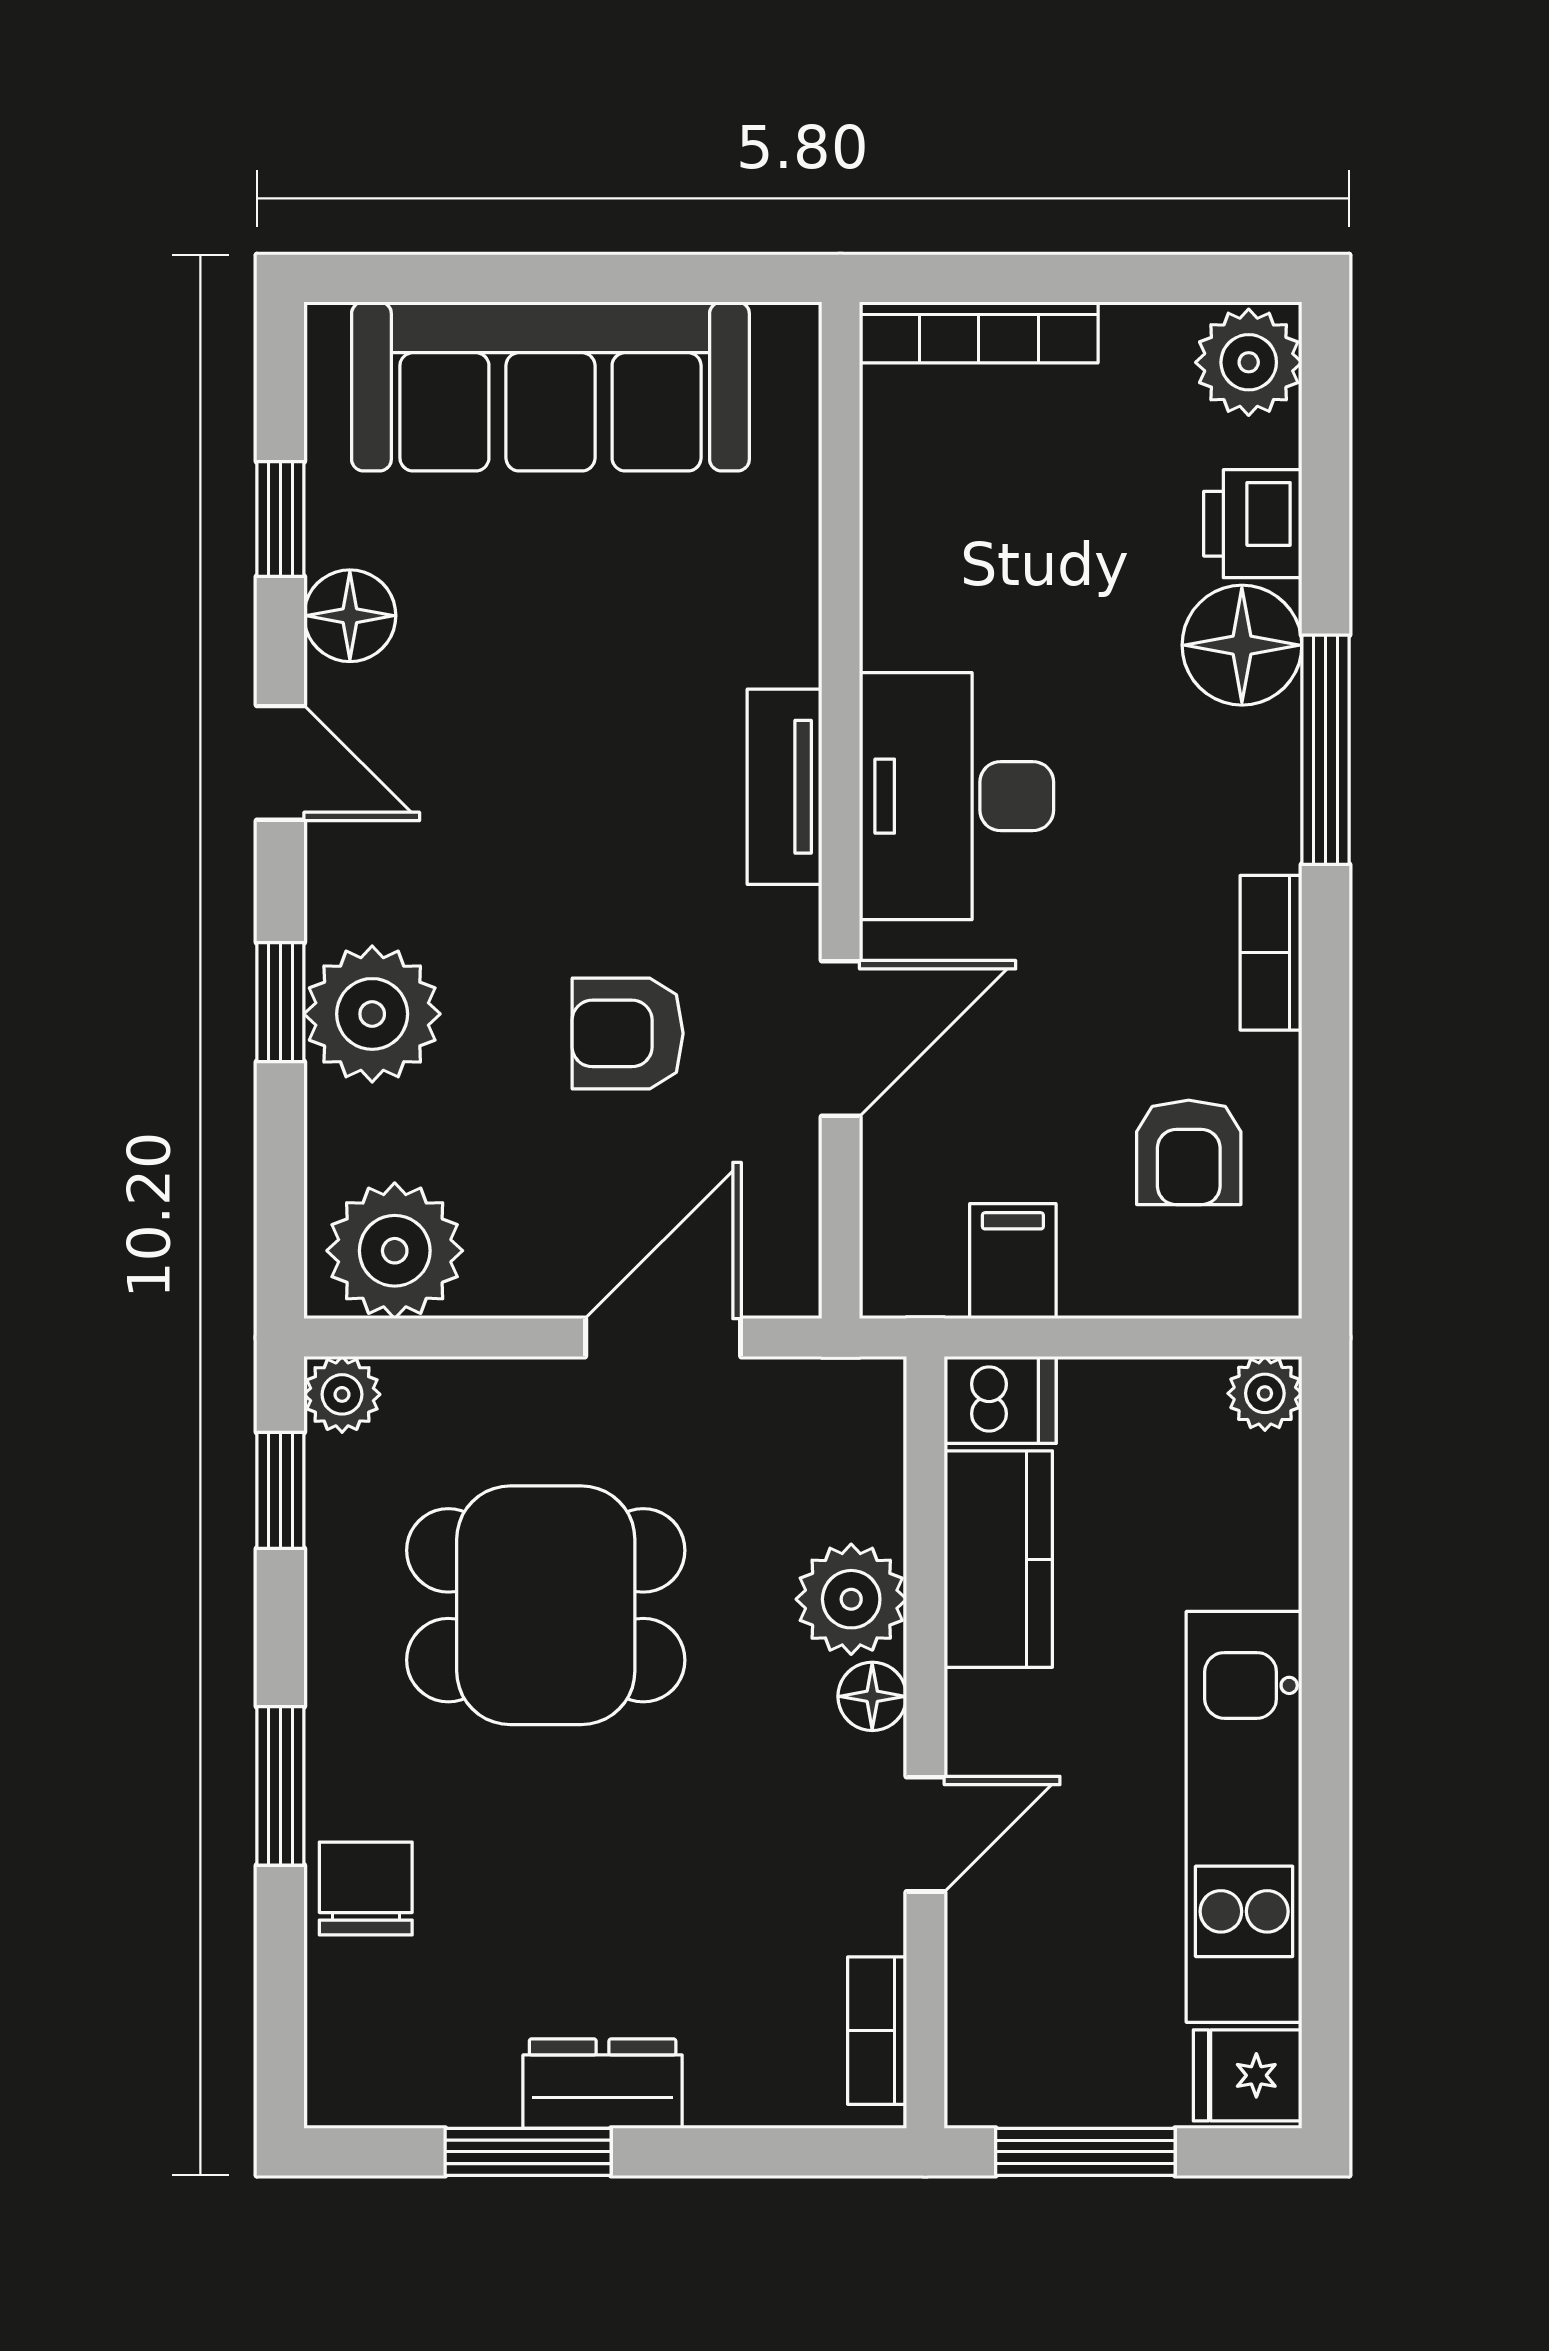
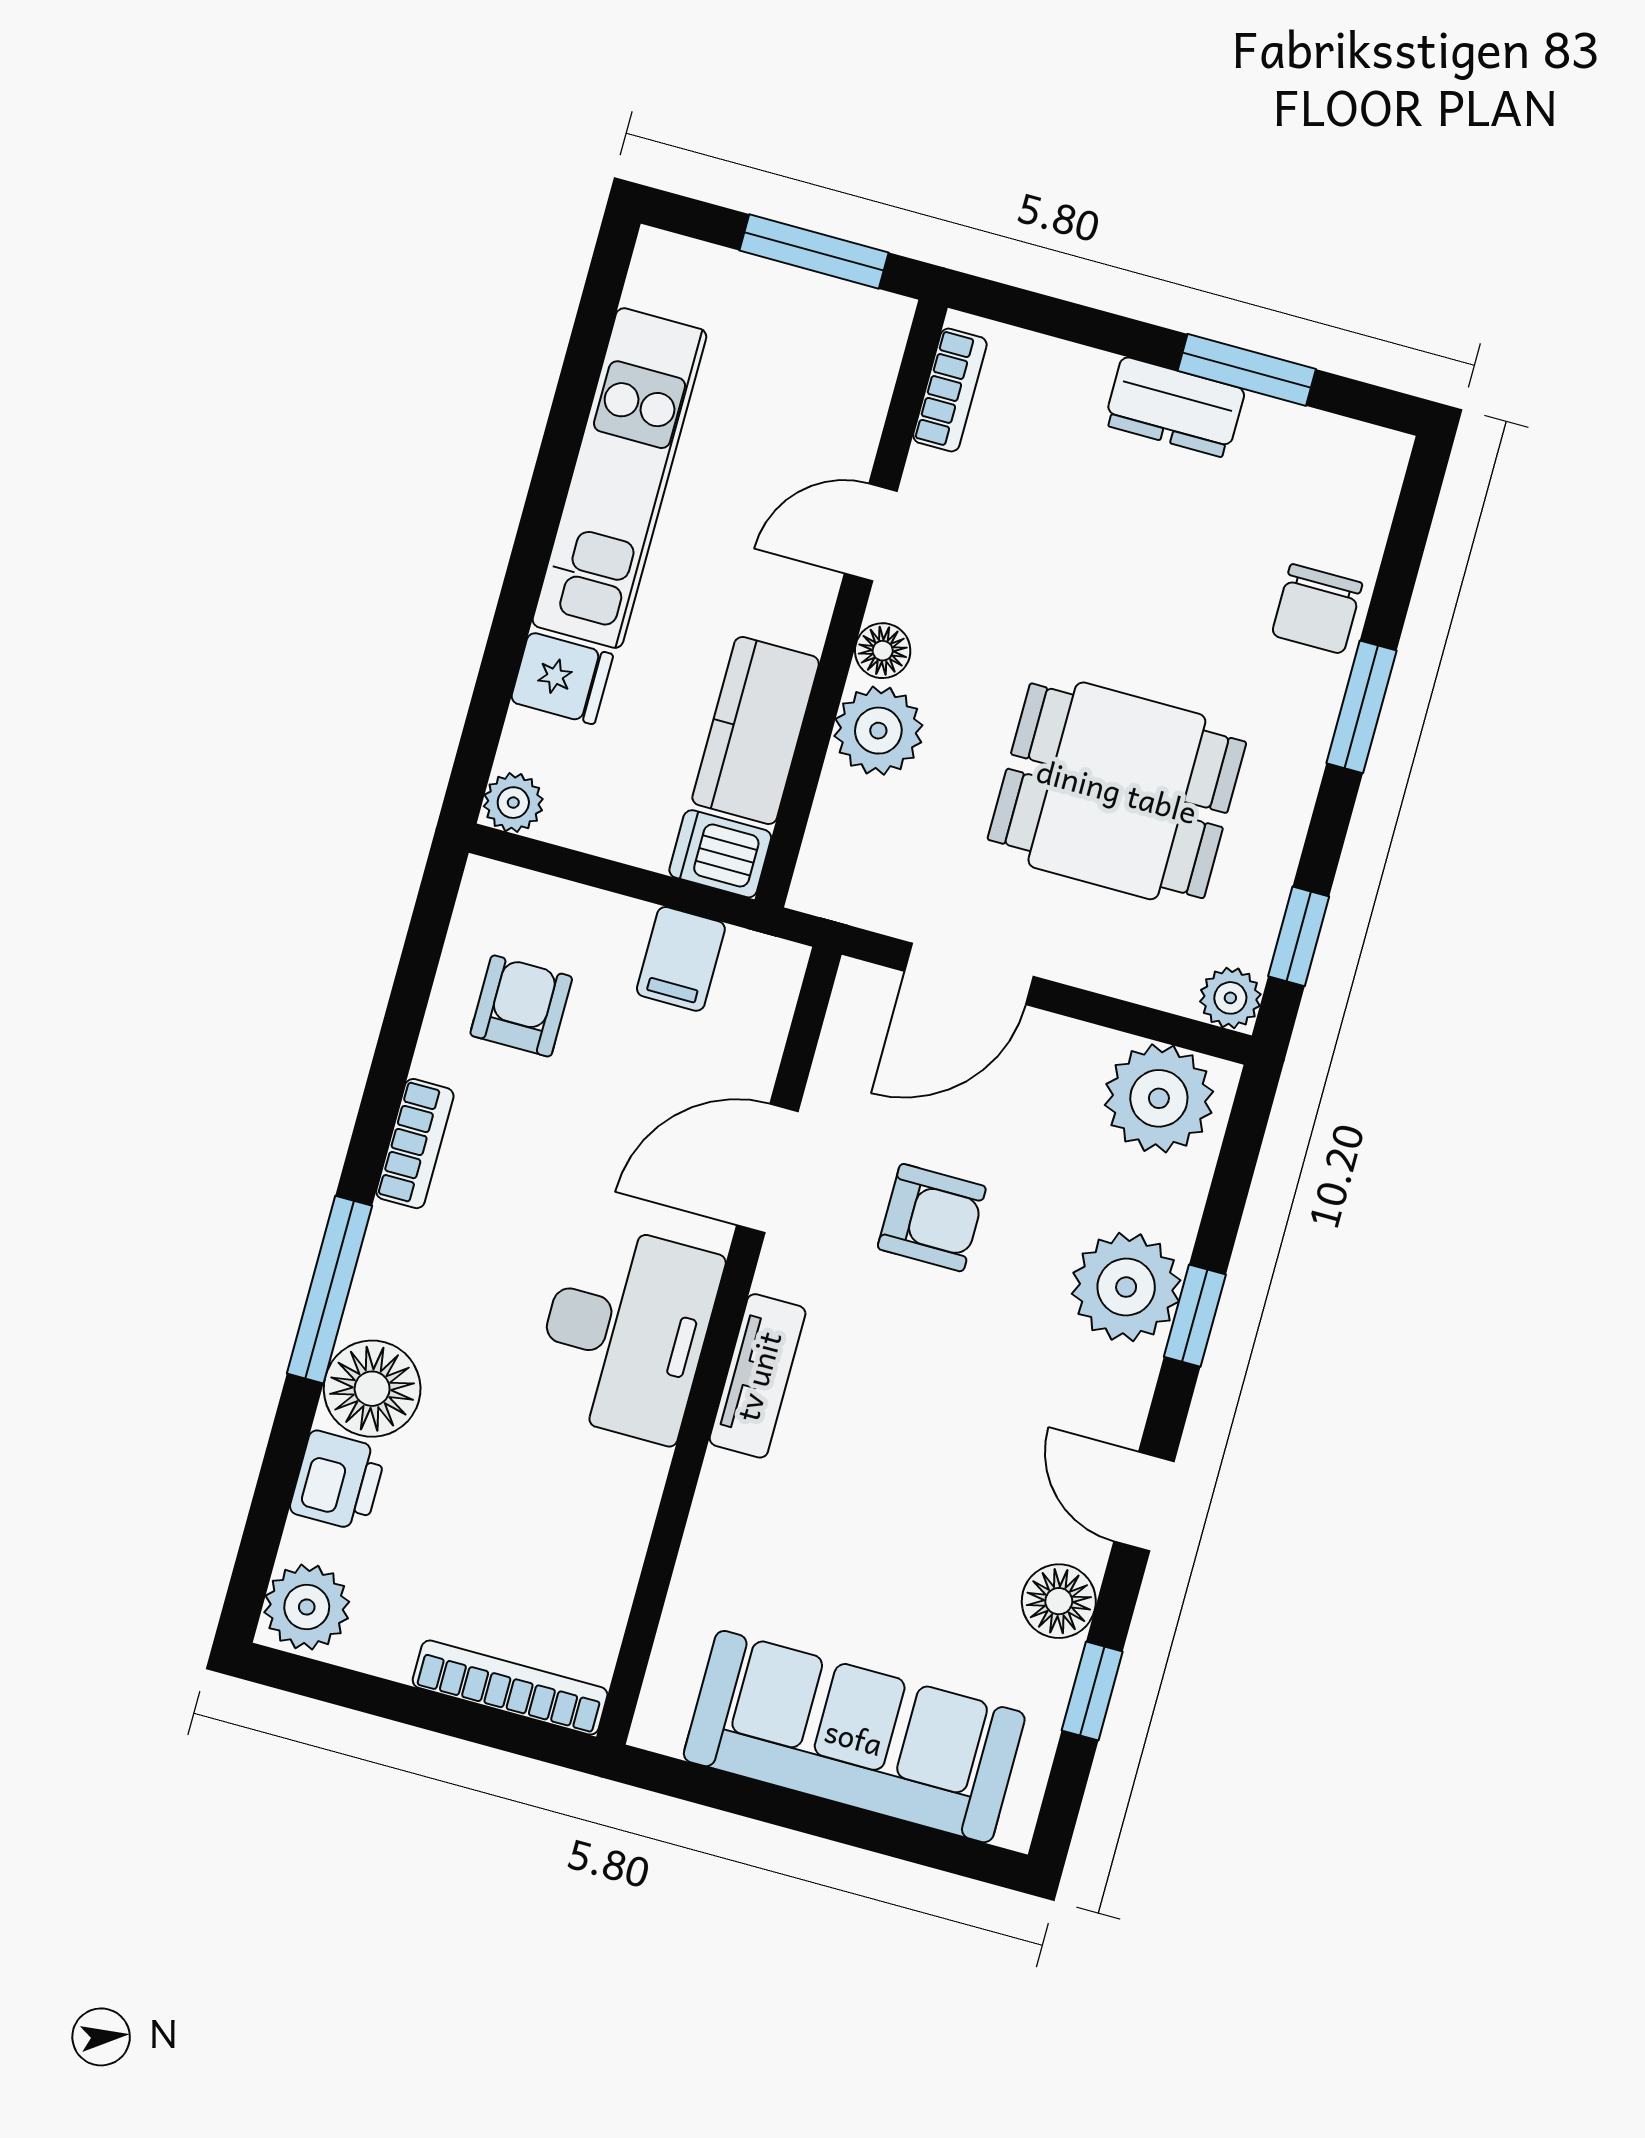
fridge: (1248, 2075) -> (562, 678), moved

